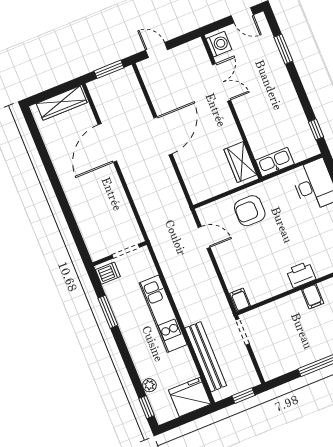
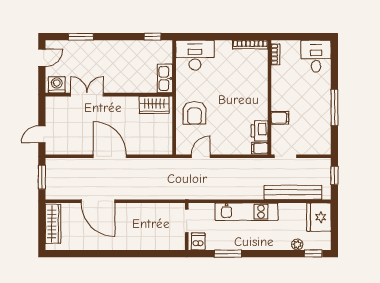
printer: (301, 275) -> (260, 131), moved
filing cabinet: (313, 296) -> (280, 118), moved

